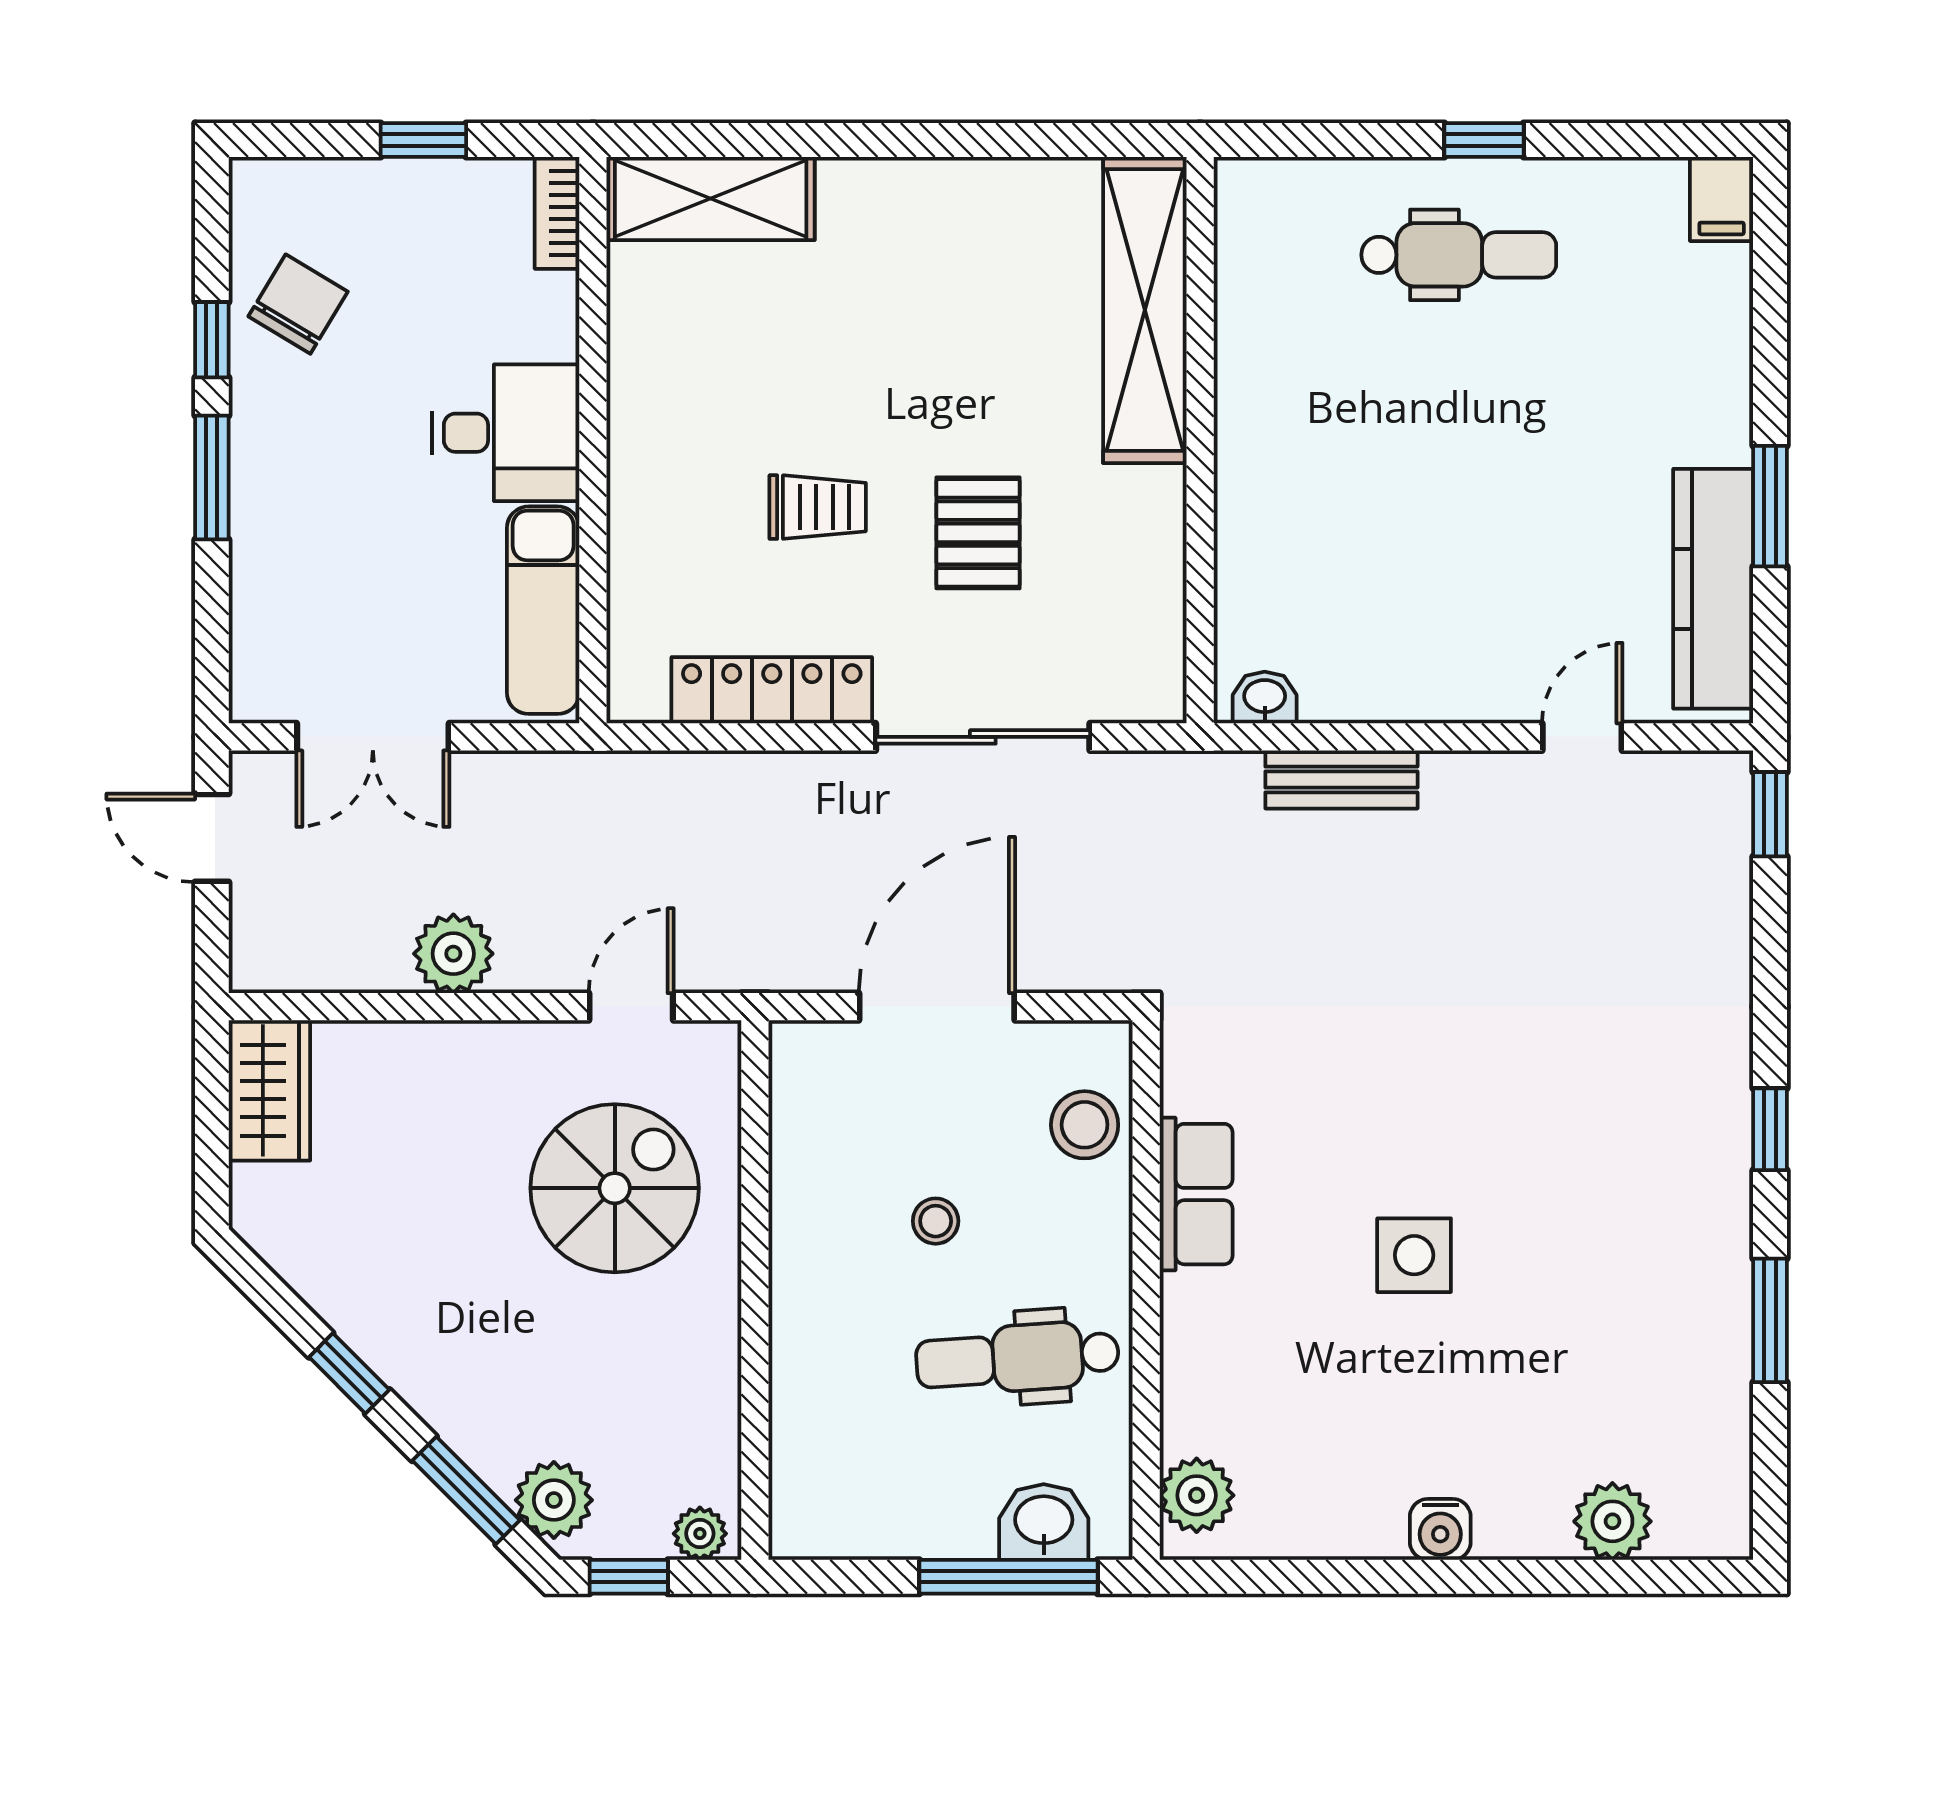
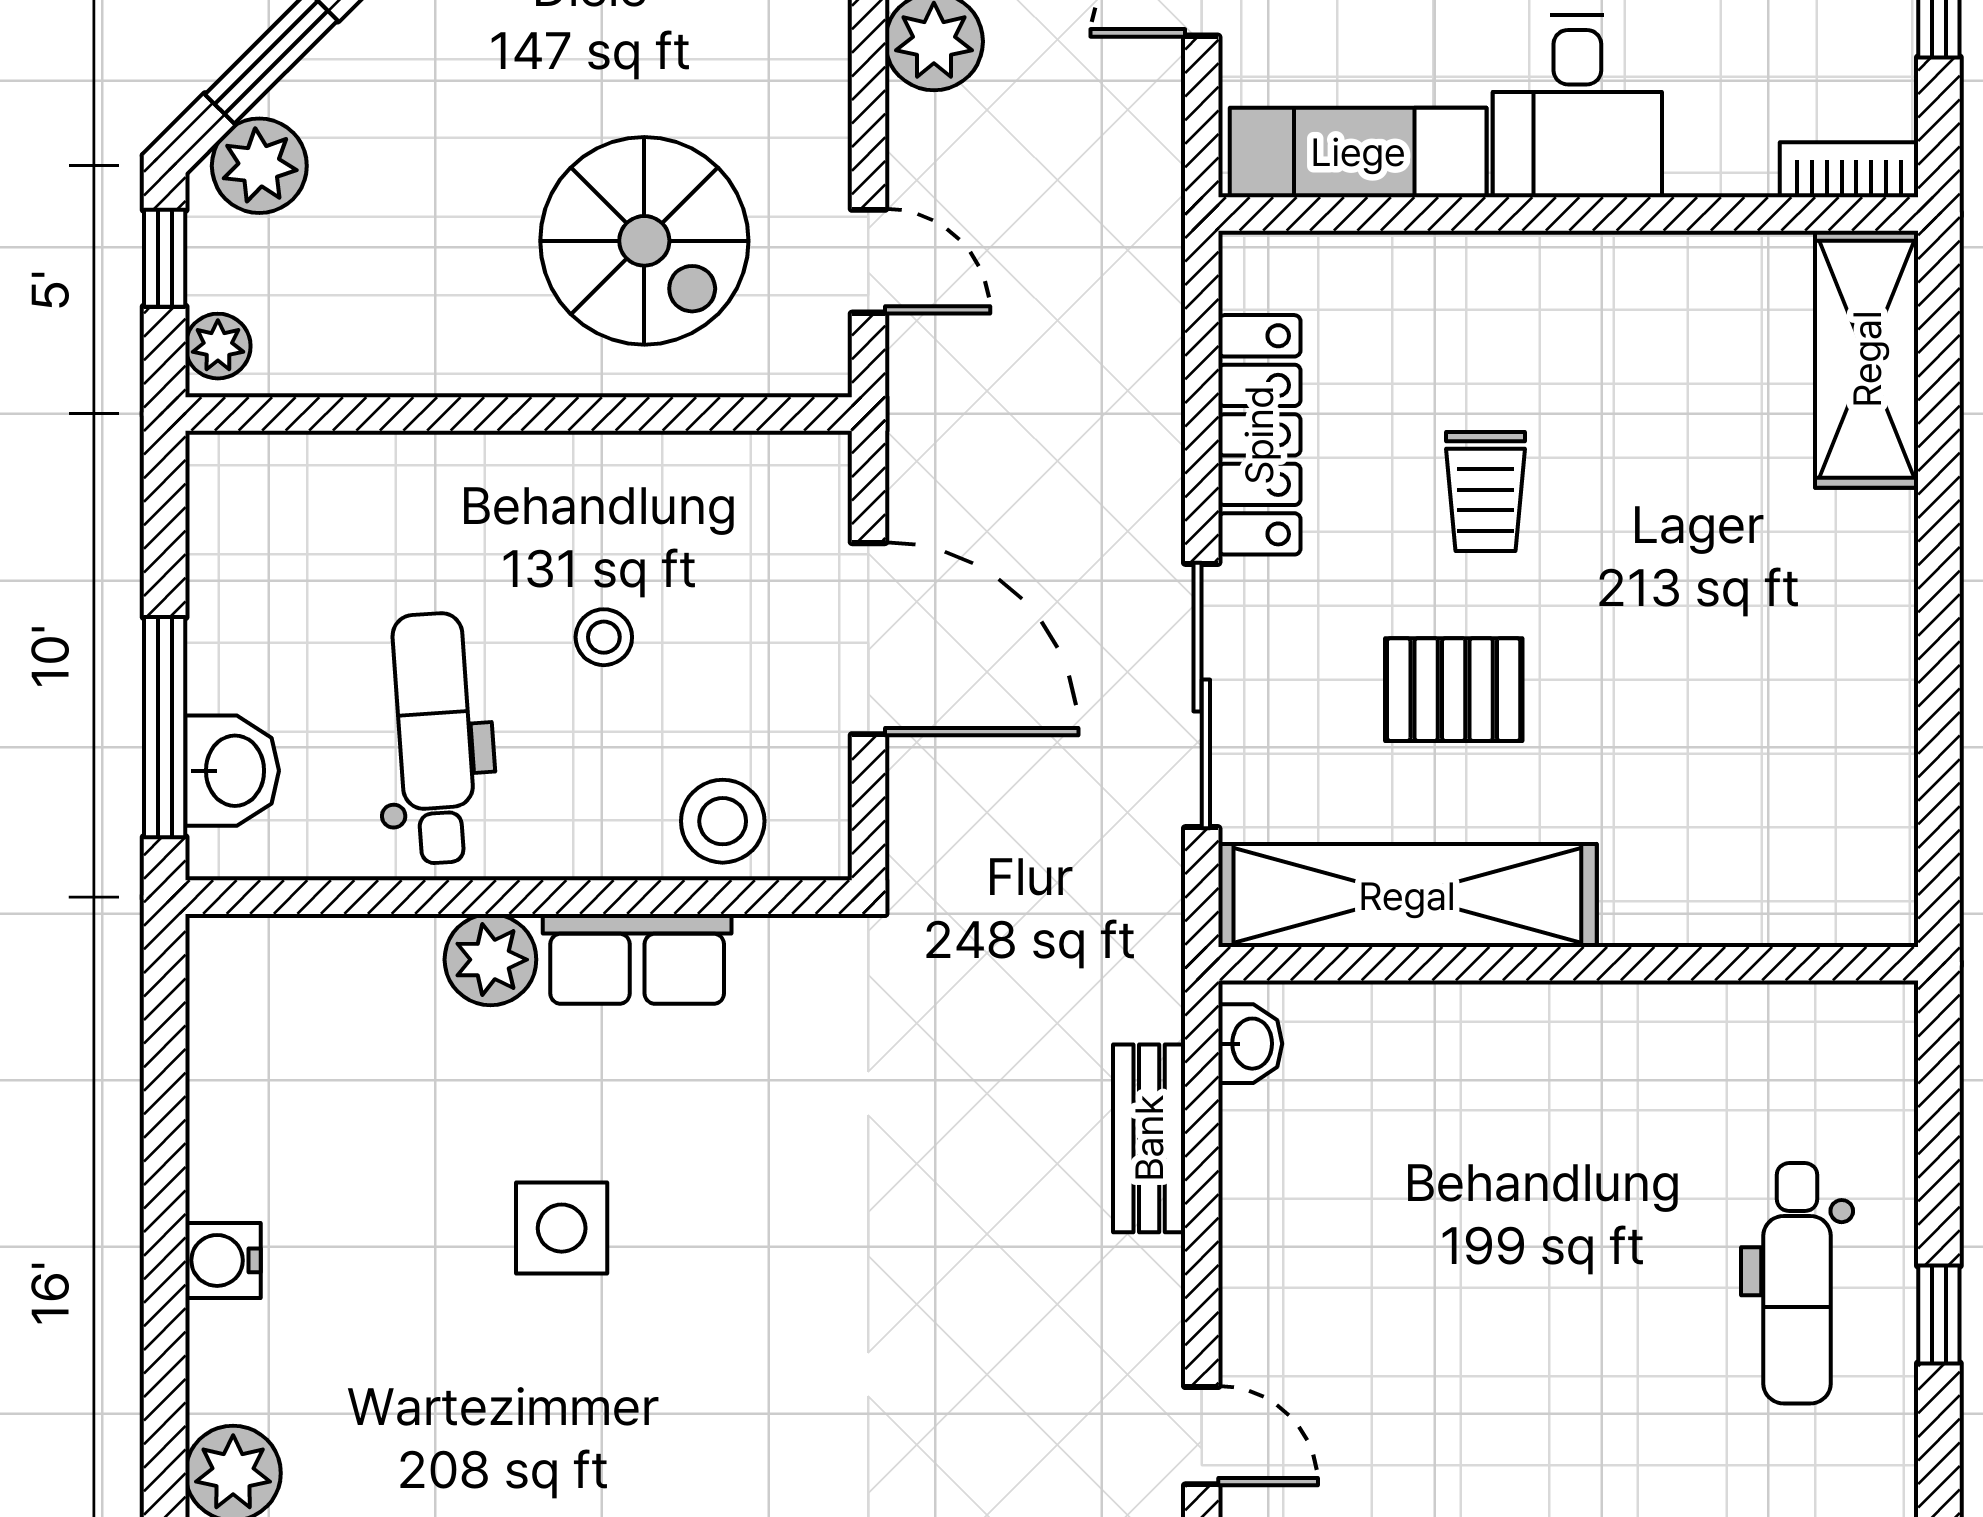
shelving: (1145, 310) -> (1407, 896), moved
plant: (1197, 1495) -> (490, 960), moved

